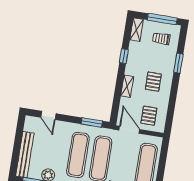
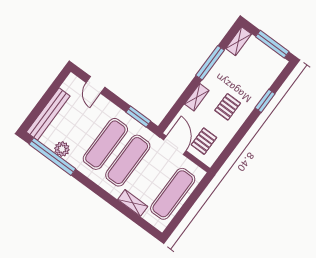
trolley: (161, 39) -> (260, 65), removed
window: (124, 56) -> (210, 63), width x2.17

